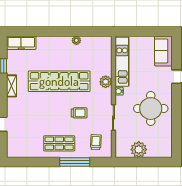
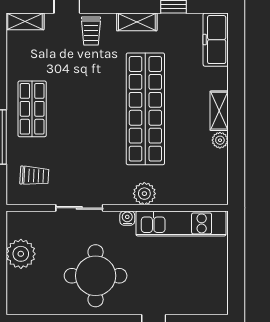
shelving: (60, 41) -> (219, 111), added
sofa: (163, 51) -> (201, 299), removed
trolley: (79, 113) -> (91, 31), moved
shelving: (11, 147) -> (25, 21), added

